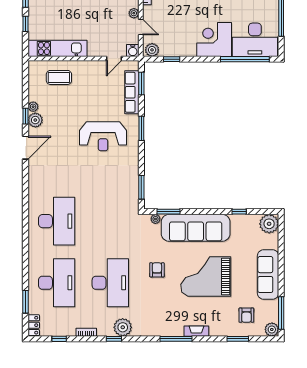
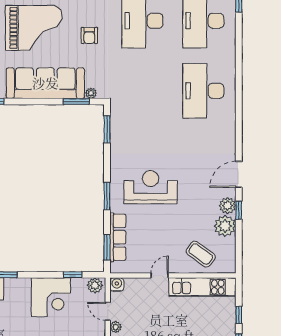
corner desk: (214, 39) -> (51, 297), moved
door: (114, 59) -> (160, 275), moved
coffee table: (59, 77) -> (201, 254), turned 36
plant: (33, 107) -> (225, 226), width x1.88, depth x1.88

